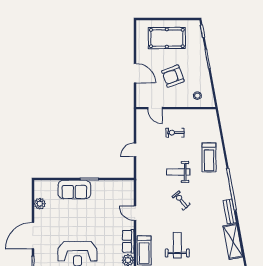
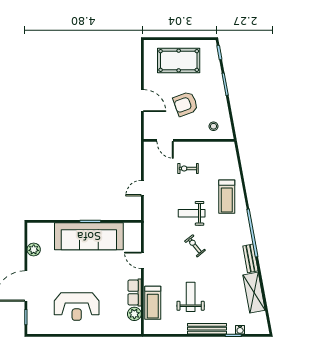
sofa: (74, 189) -> (89, 236), width x1.85, depth x1.27

